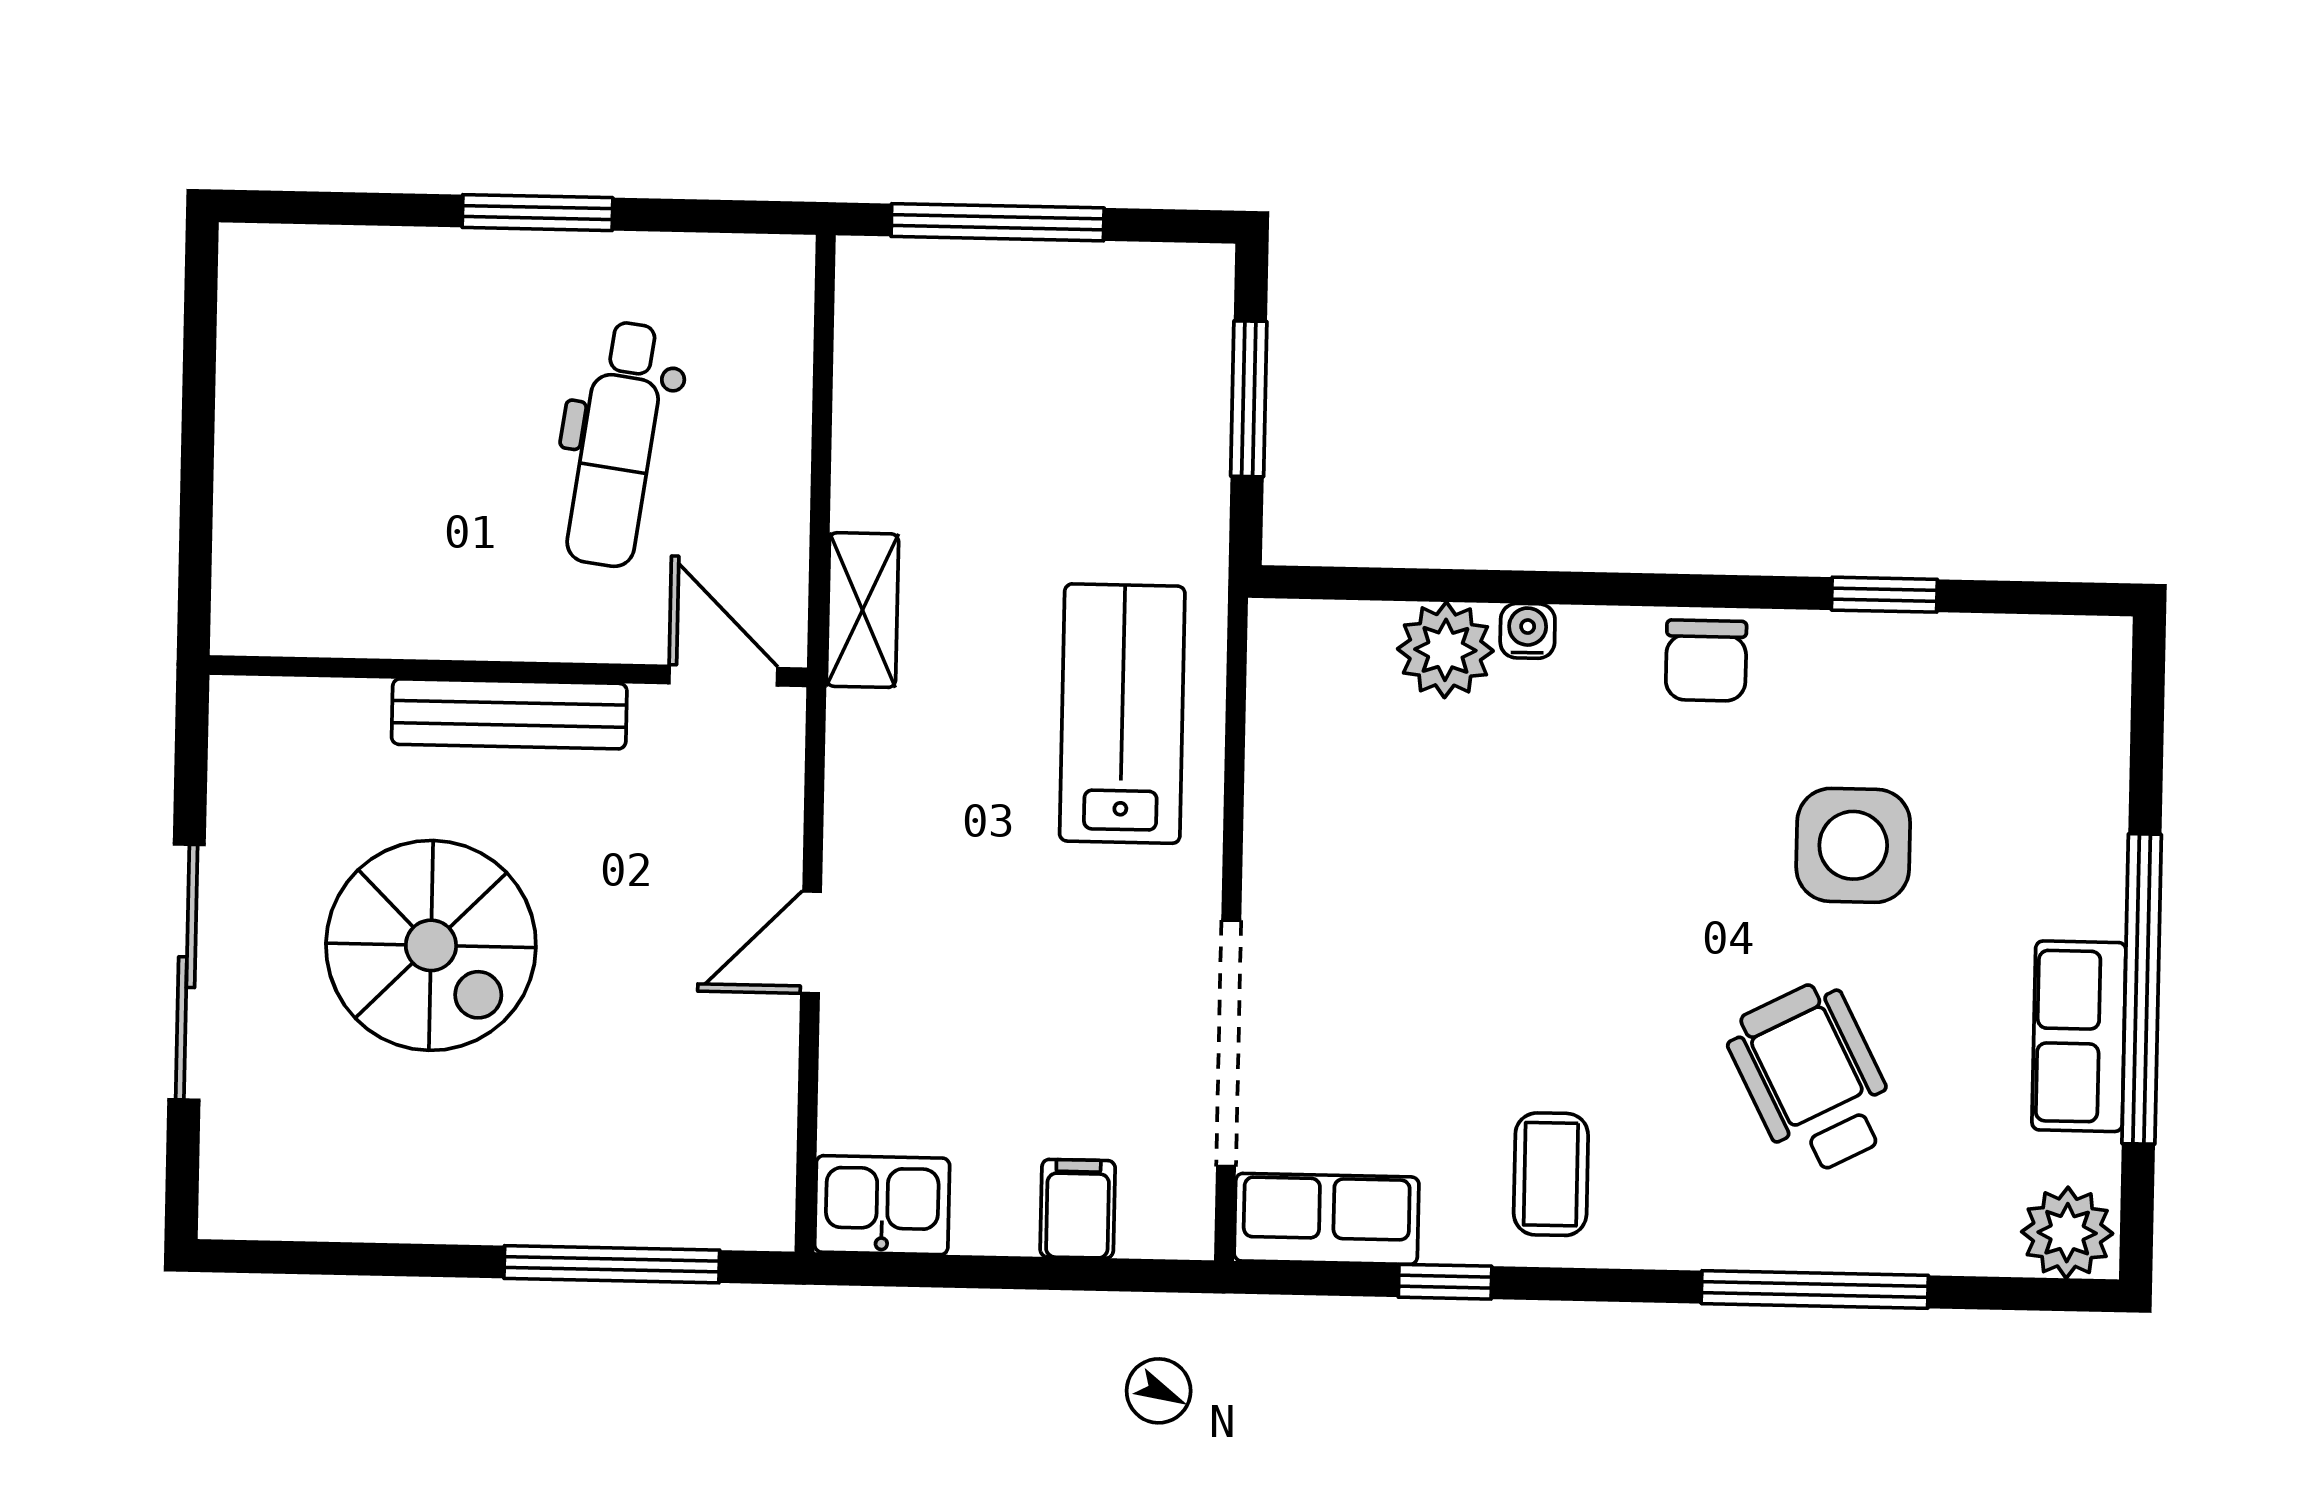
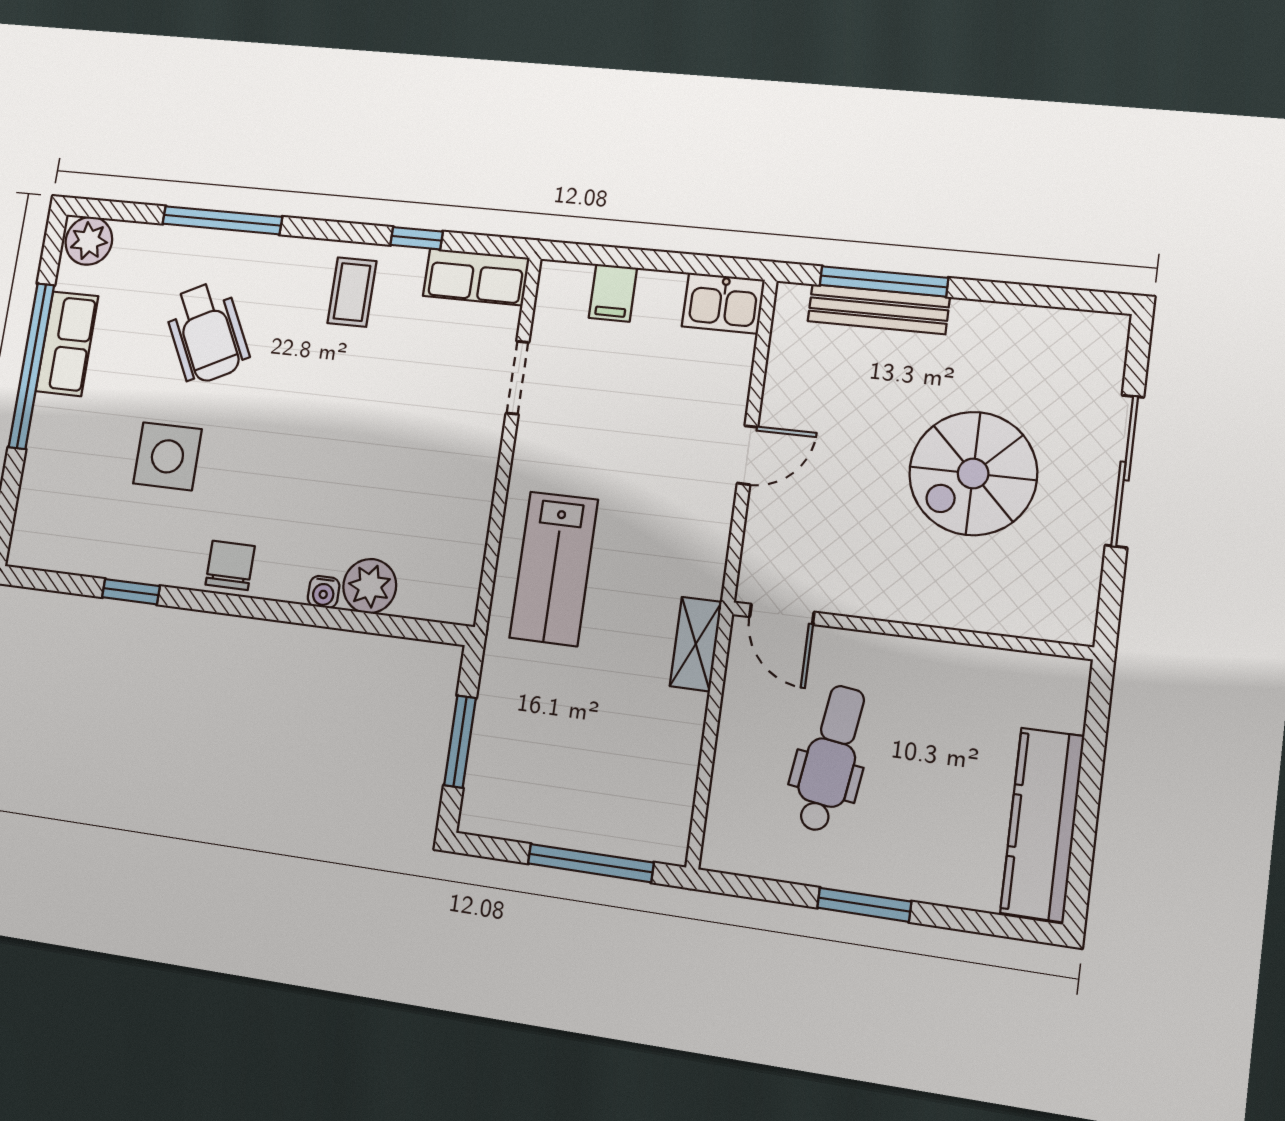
kitchen counter: (266, 378) -> (1042, 824), added
bench: (509, 714) -> (878, 309), moved
spiral stairs: (431, 945) -> (973, 473), turned -90
doorway: (1229, 1043) -> (517, 378), width x0.53

